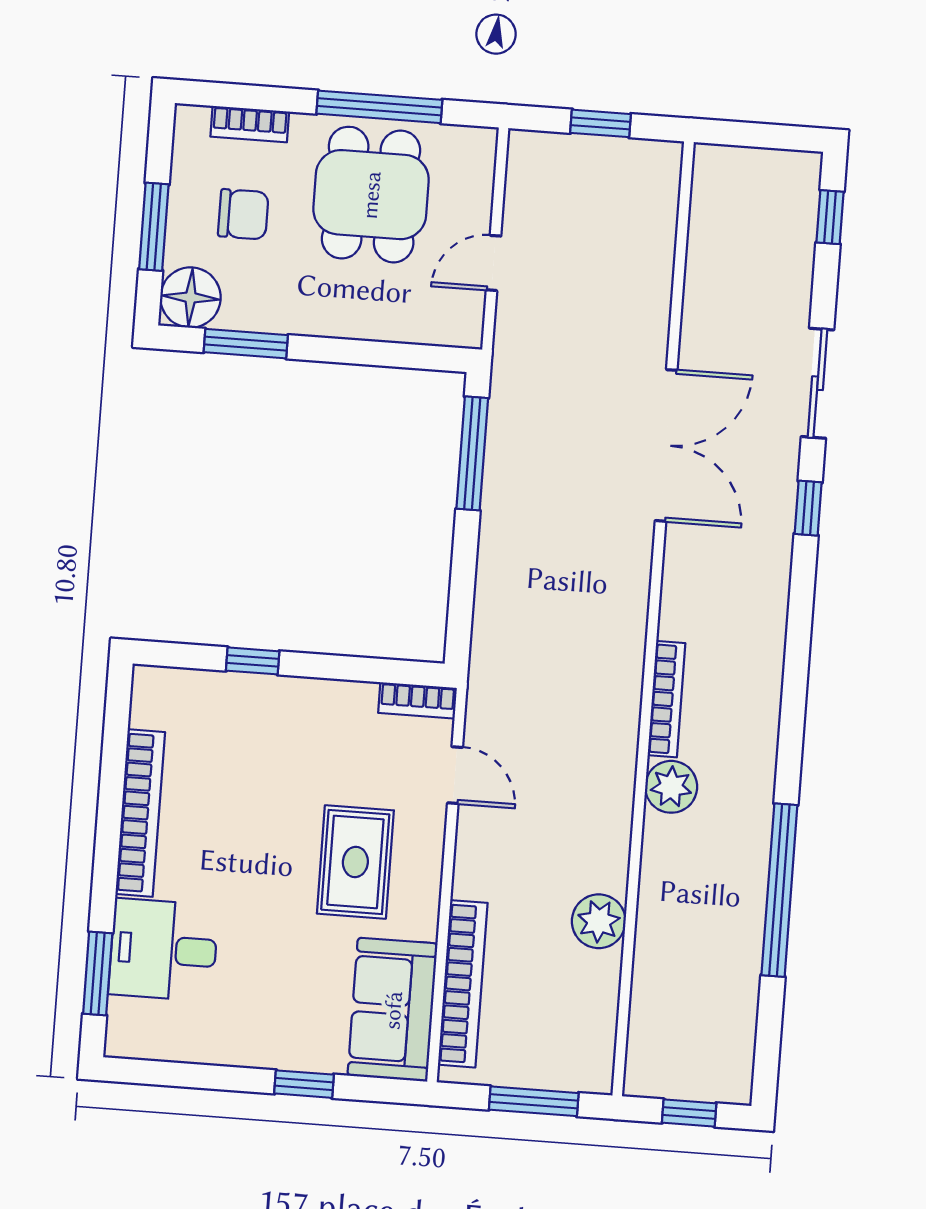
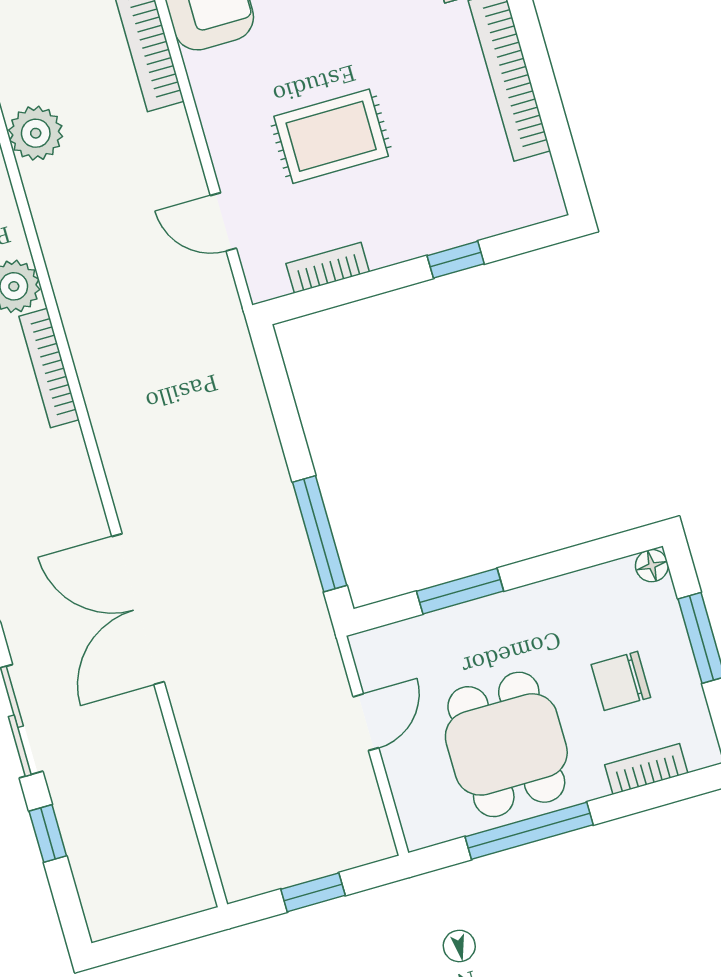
window: (830, 217) -> (48, 834), moved
floor lamp: (190, 298) -> (652, 566), width x0.53, depth x0.53
window: (246, 344) -> (460, 591), moved
bookcase: (417, 700) -> (328, 268), moved
rug: (355, 862) -> (331, 136), moved, turned 90

